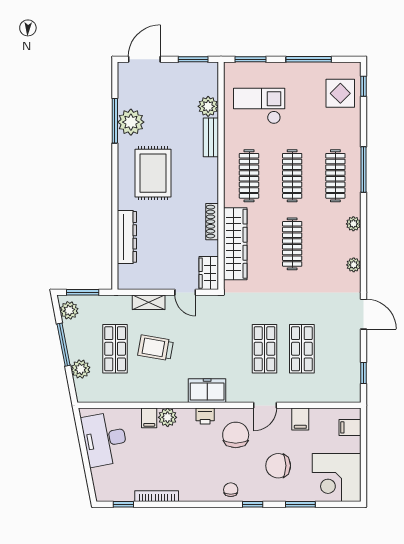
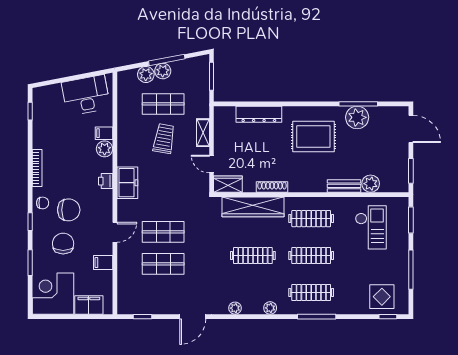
door: (185, 292) -> (212, 164), hinge flipped
plant: (69, 310) -> (163, 71), moved
door: (265, 405) -> (115, 232), swing flipped
filing cabinet: (350, 427) -> (89, 305), width x2.00
chair: (236, 435) -> (69, 210), moved
bookcase: (157, 496) -> (37, 168), moved

